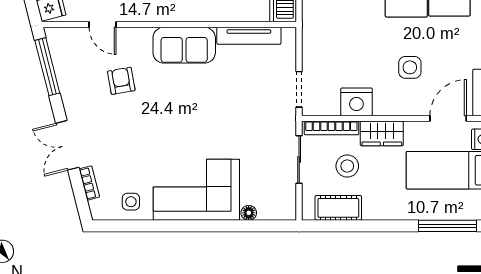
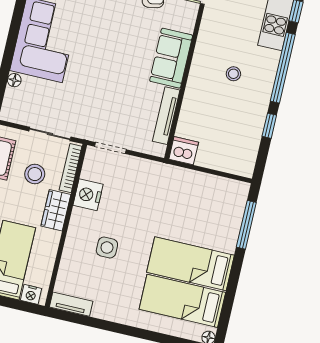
door: (448, 118) -> (55, 270), removed

